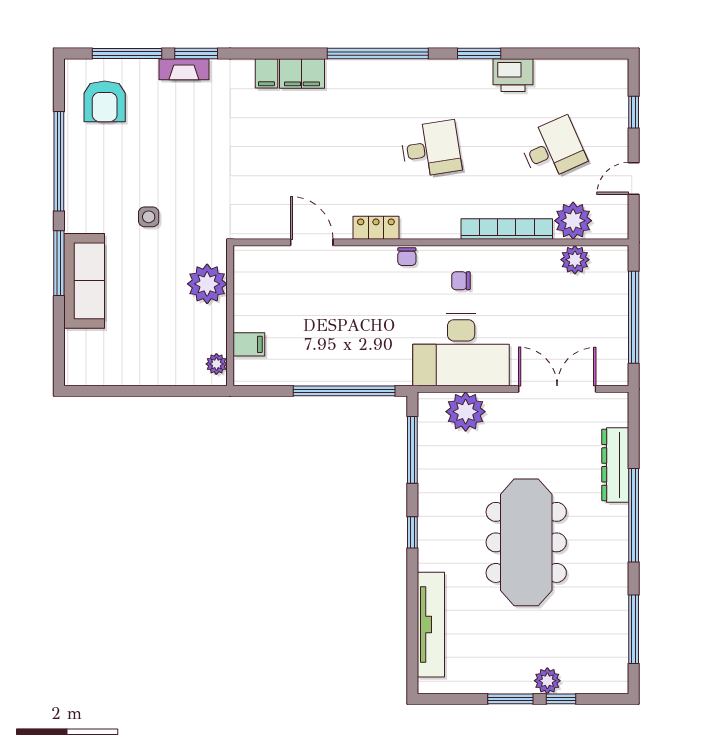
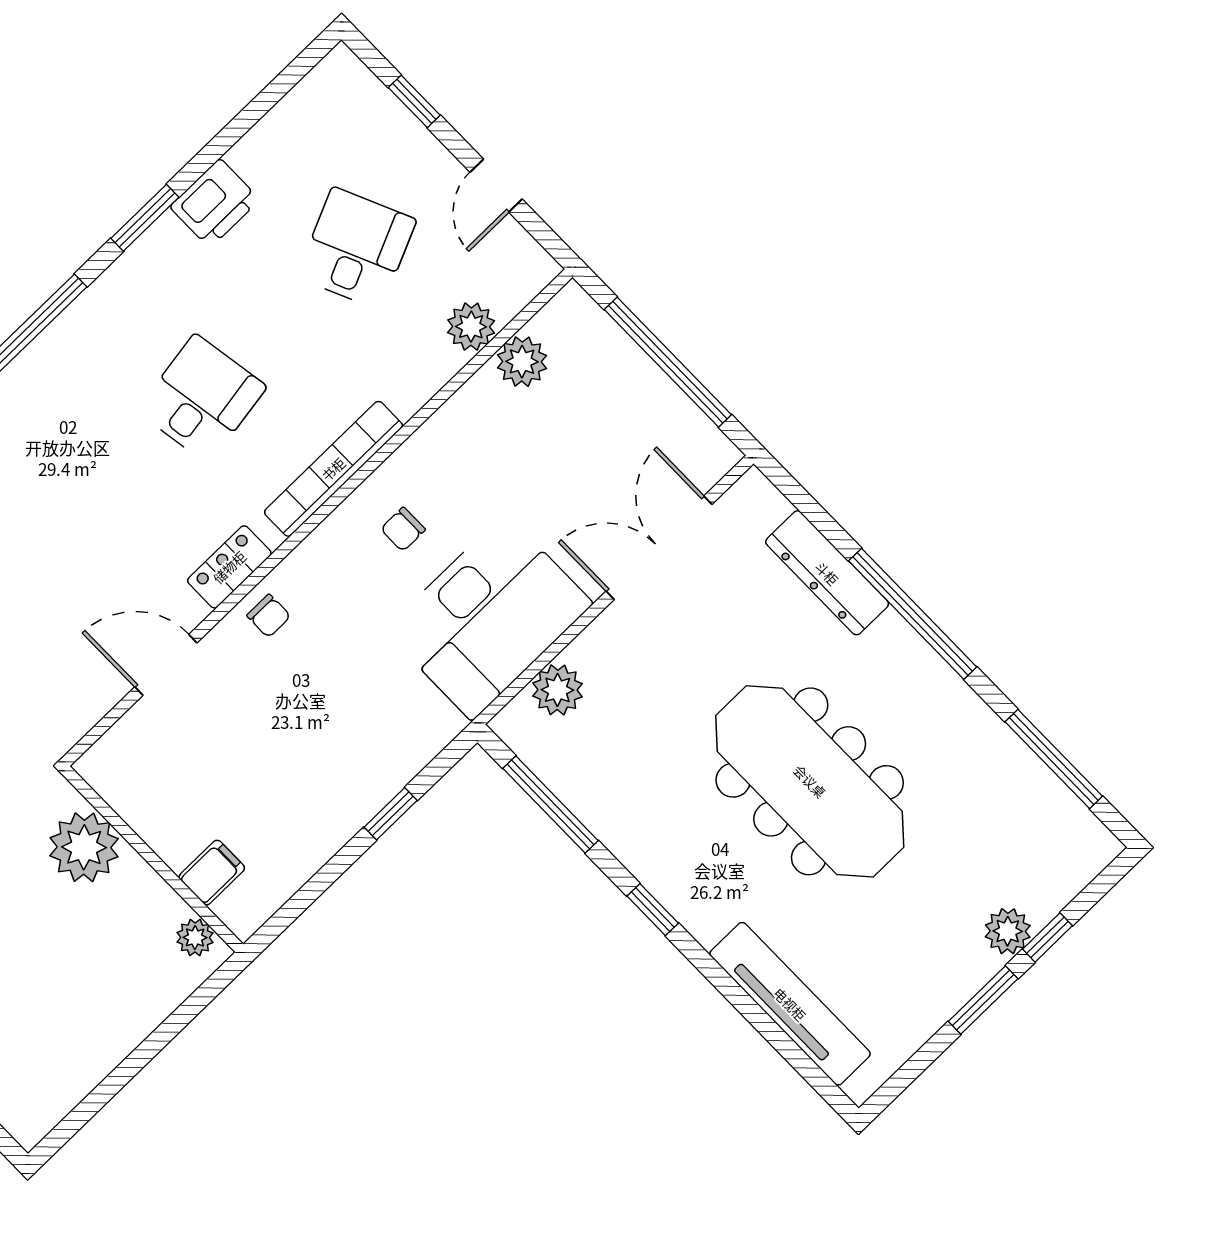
plant: (573, 221) -> (471, 327), width x0.73, depth x0.73
bookcase: (507, 229) -> (333, 469), moved
chair: (407, 257) -> (269, 616), moved
window: (344, 391) -> (391, 814), width x0.32
plant: (466, 412) -> (558, 690), width x0.73, depth x0.73

